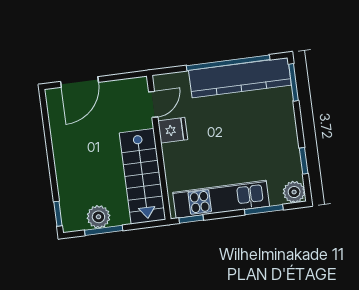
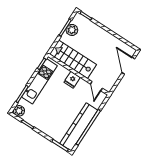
fridge: (173, 130) -> (72, 80), moved

